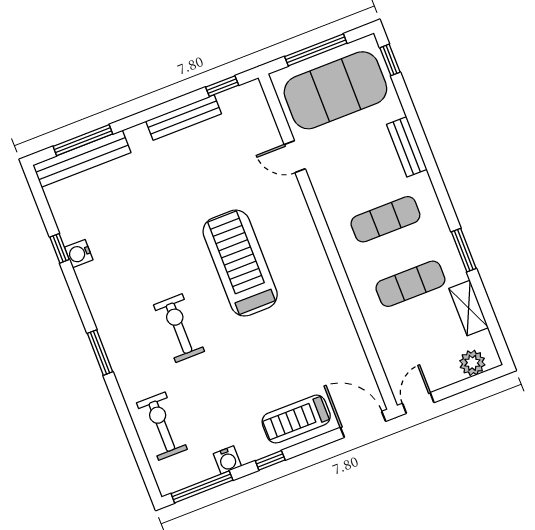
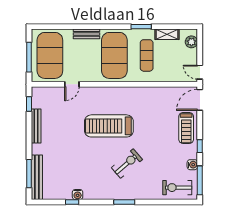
window: (390, 60) -> (46, 27), removed
exercise mat: (385, 219) -> (114, 55), width x2.00, depth x1.45
exercise bike: (179, 328) -> (127, 164), turned 139
exercise bike: (162, 426) -> (177, 188), moved

